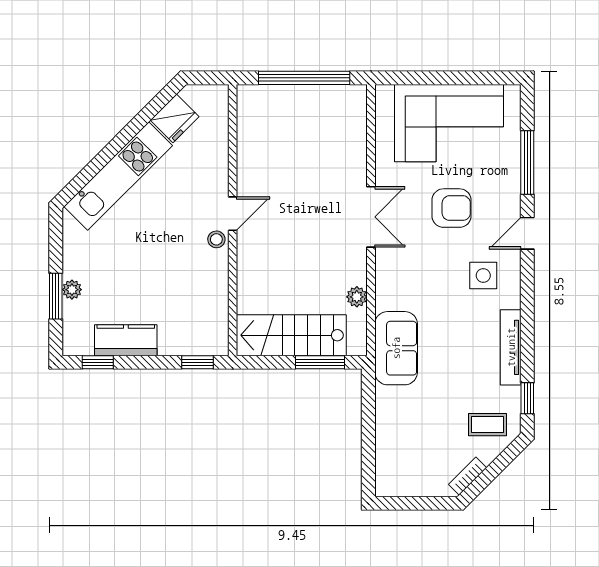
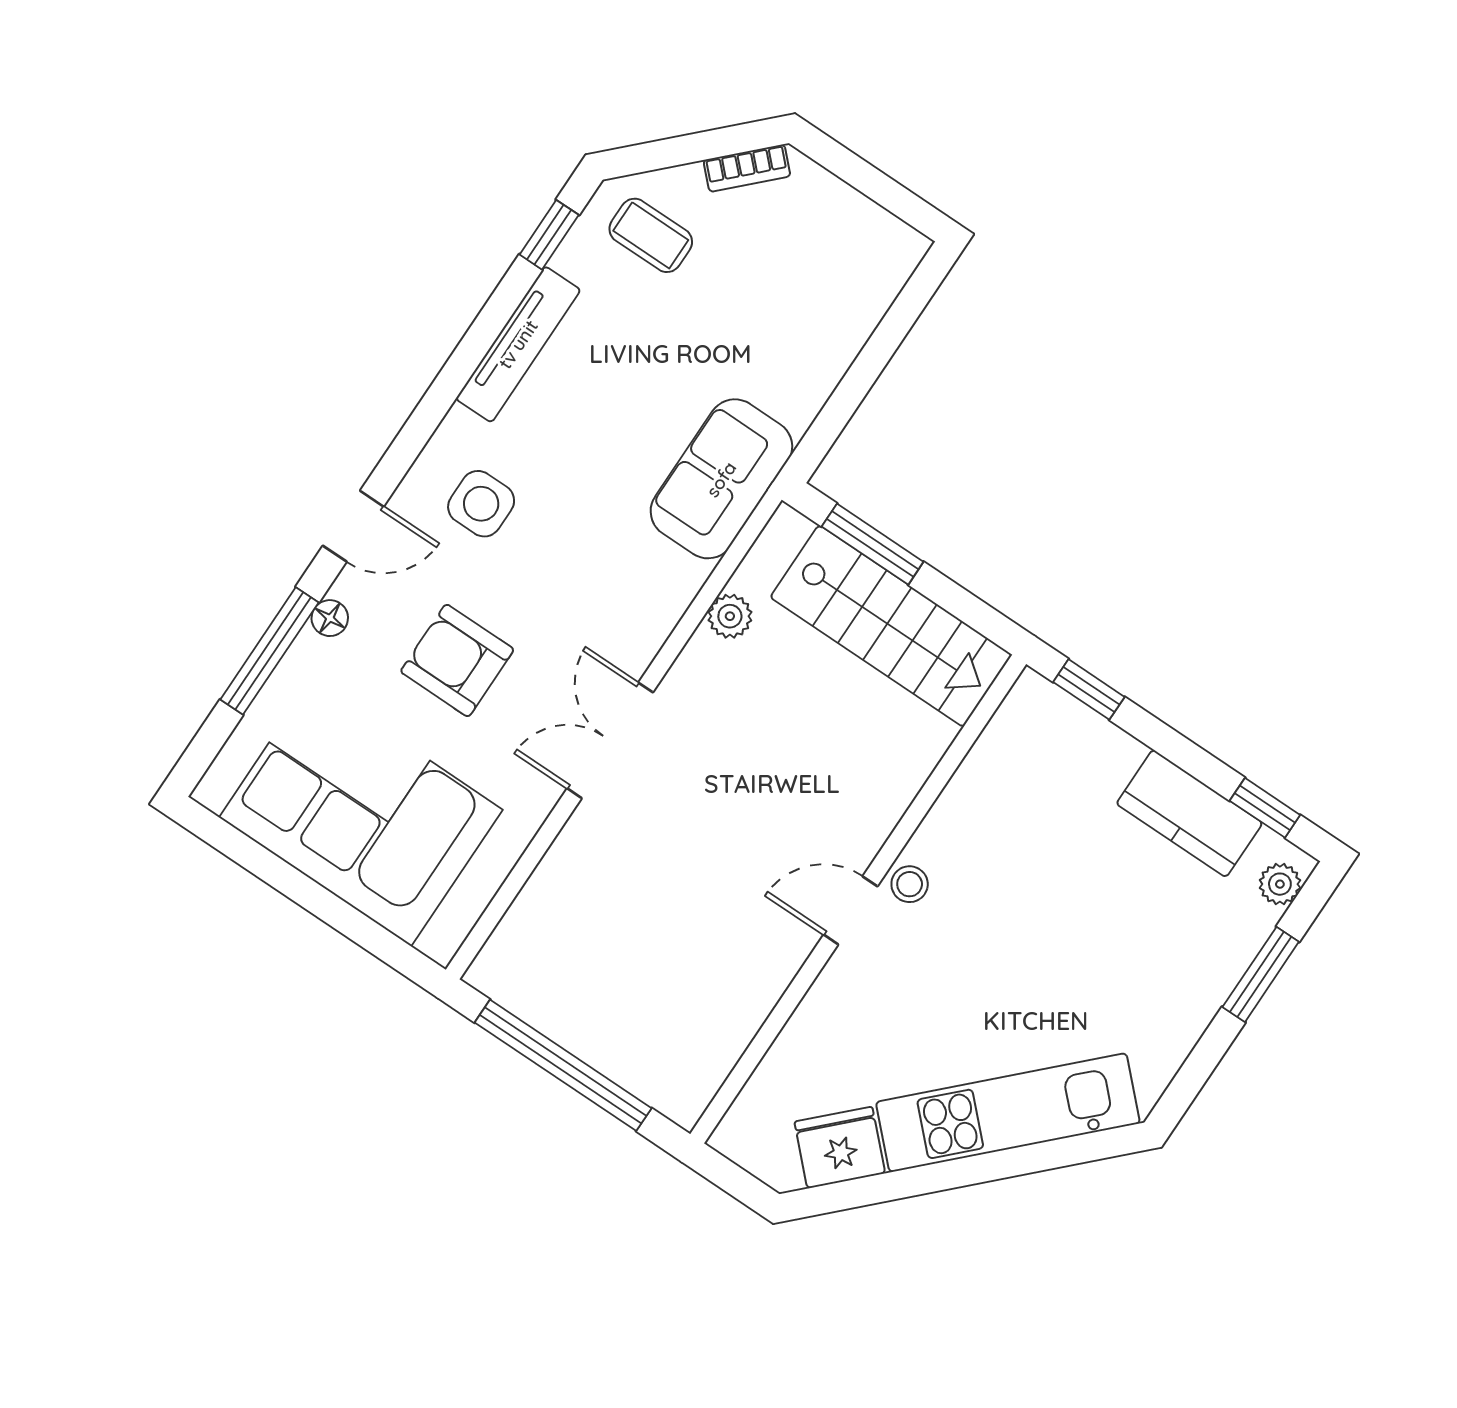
floor lamp: (512, 191) -> (330, 618), added
plant: (72, 290) -> (1280, 884), moved

